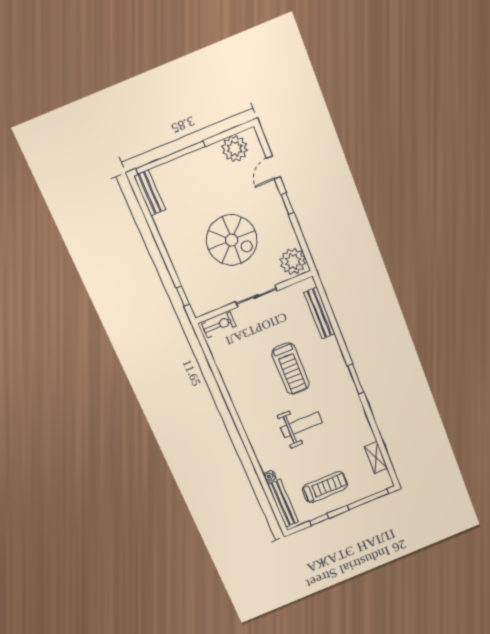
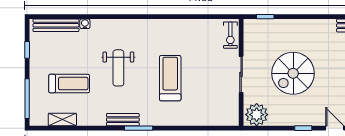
bench: (319, 313) -> (123, 120), moved, width x0.73
treadmill: (291, 369) -> (170, 78), turned 90
treadmill: (325, 487) -> (69, 83), moved, turned -90

